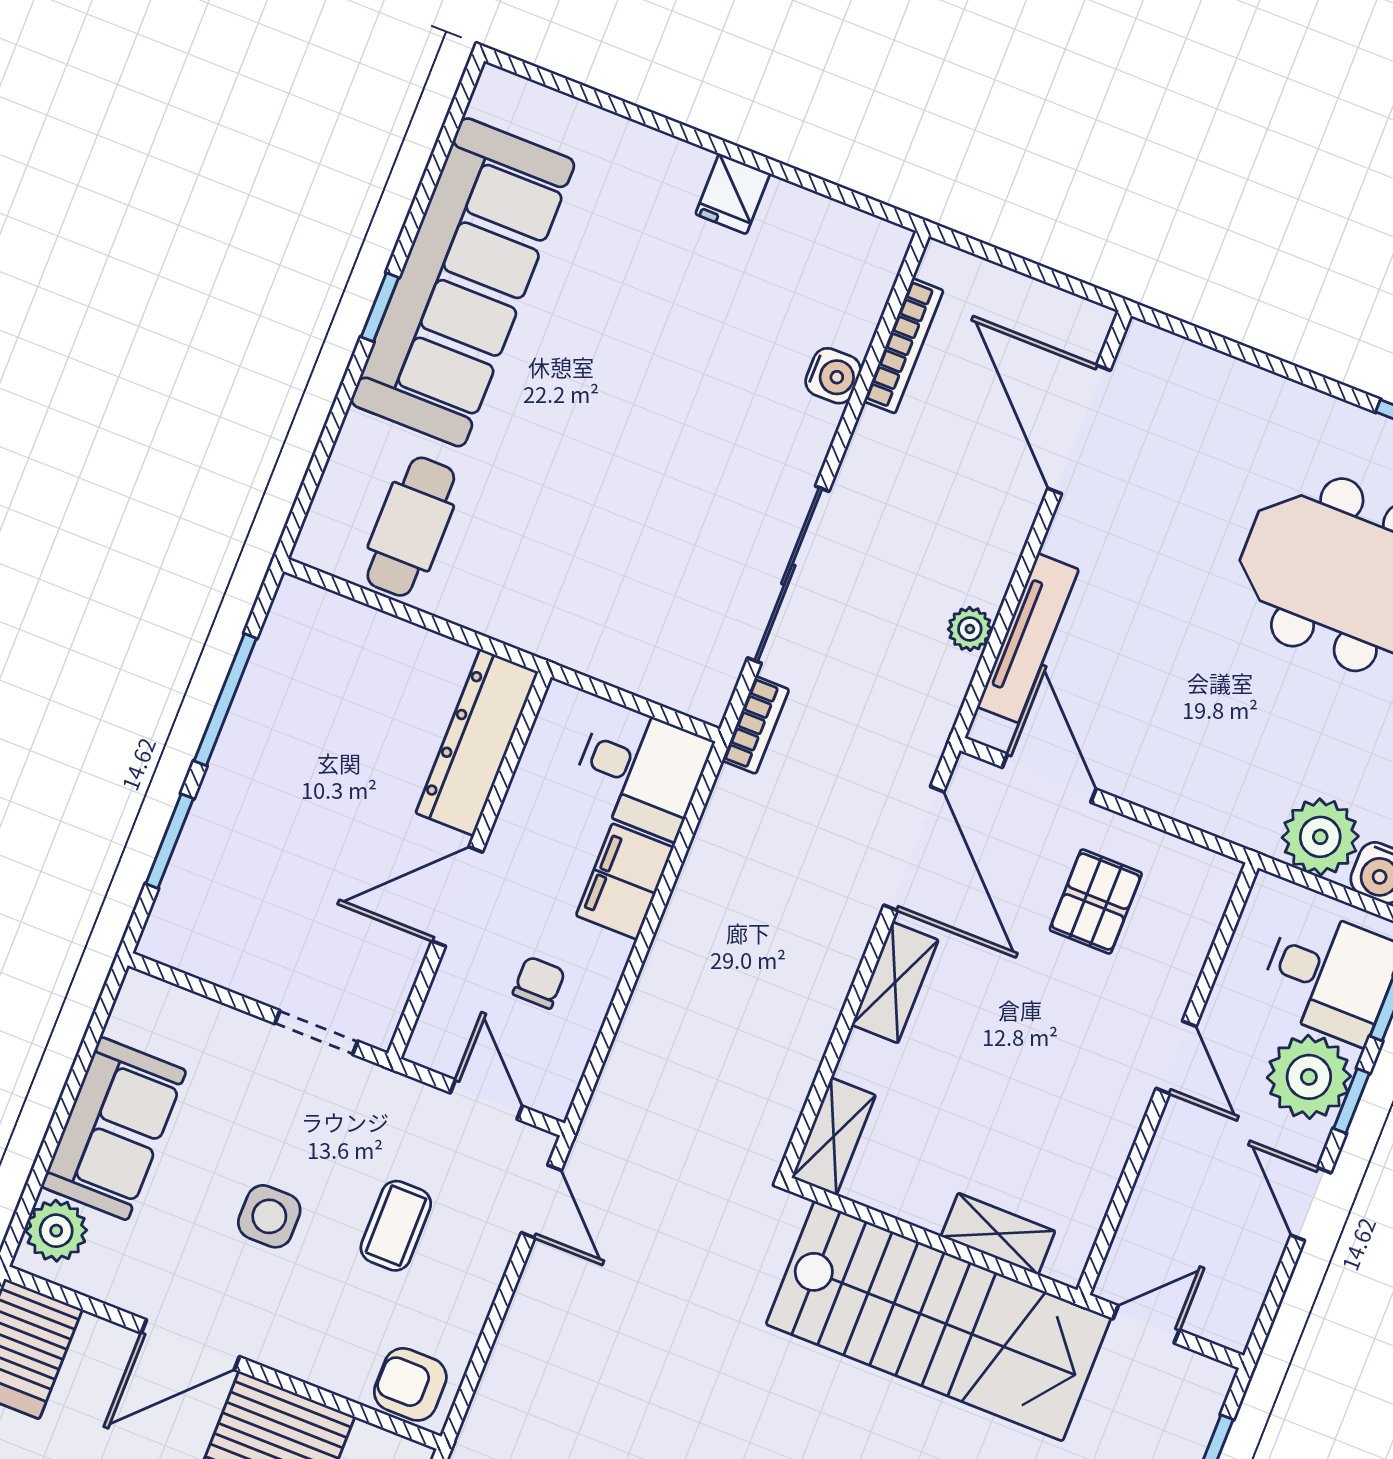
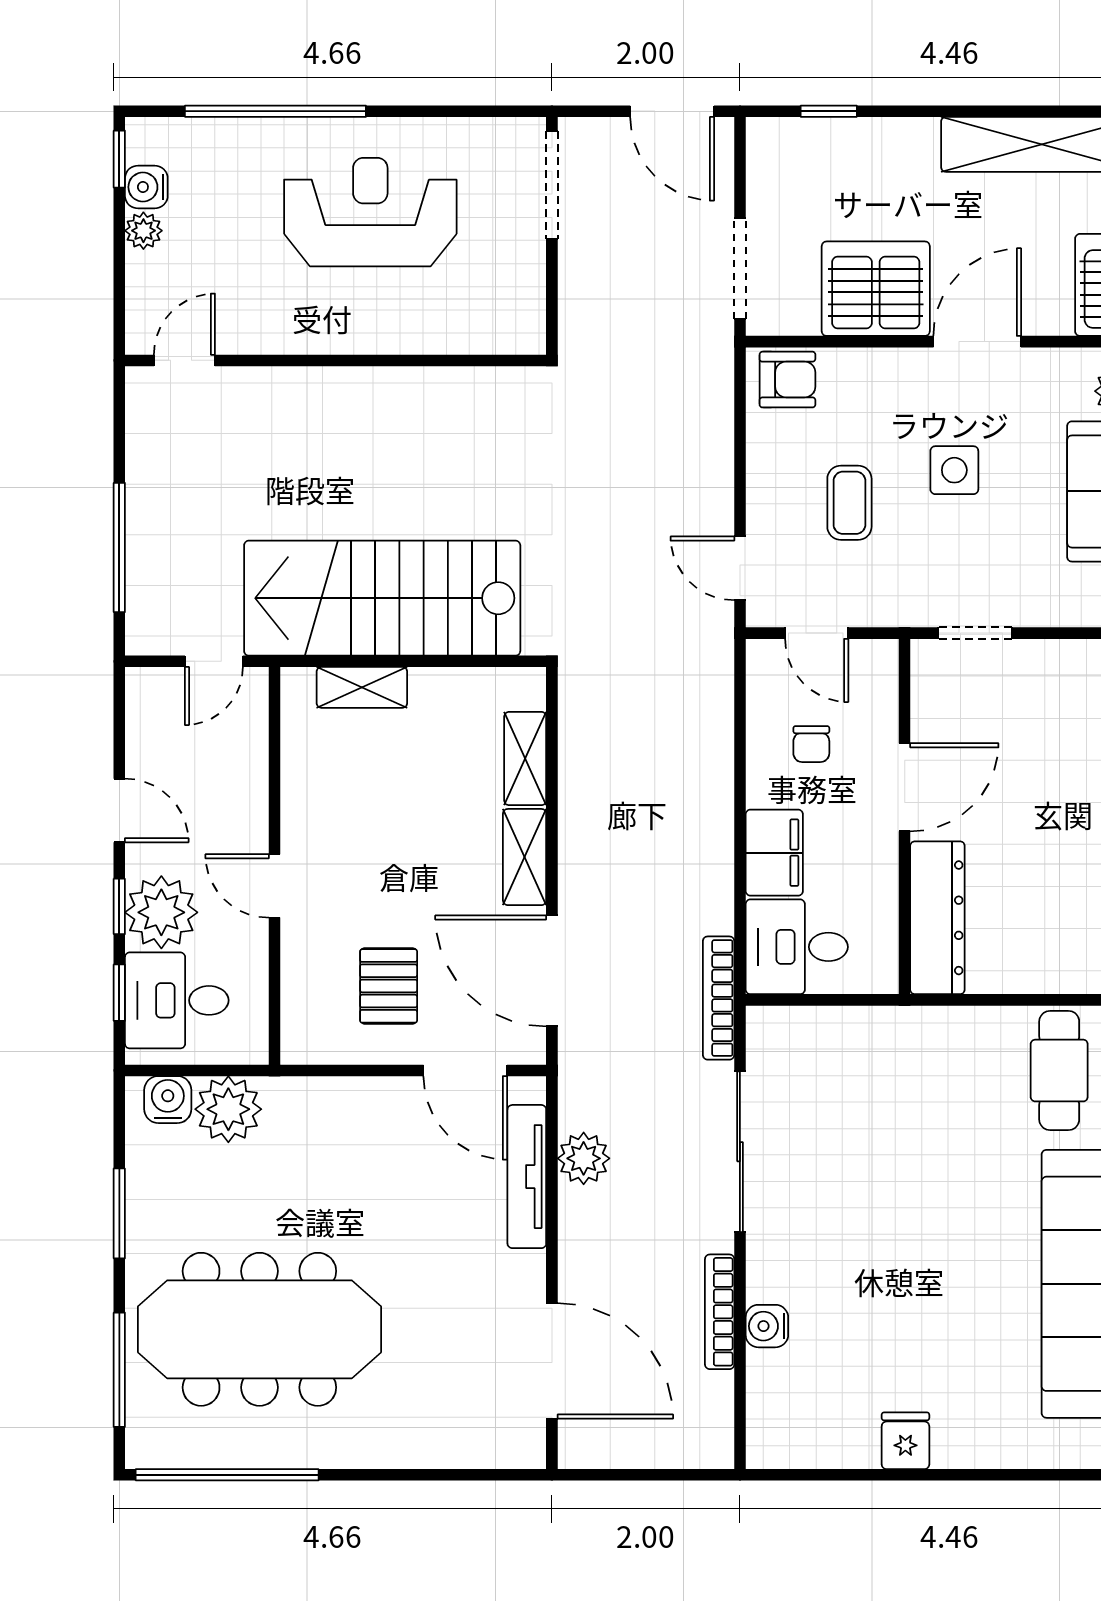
bookcase: (904, 346) -> (720, 1312), moved
plant: (970, 629) -> (584, 1158), width x1.38, depth x1.38
bookcase: (756, 725) -> (719, 998), width x1.56
shelving: (834, 1136) -> (525, 759), moved

